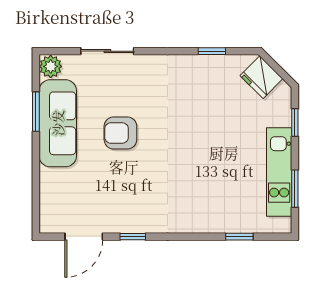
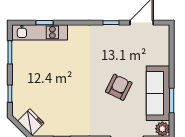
armchair: (120, 133) -> (119, 87), turned -64
kitchen unit: (279, 172) -> (40, 32), moved, turned 90

